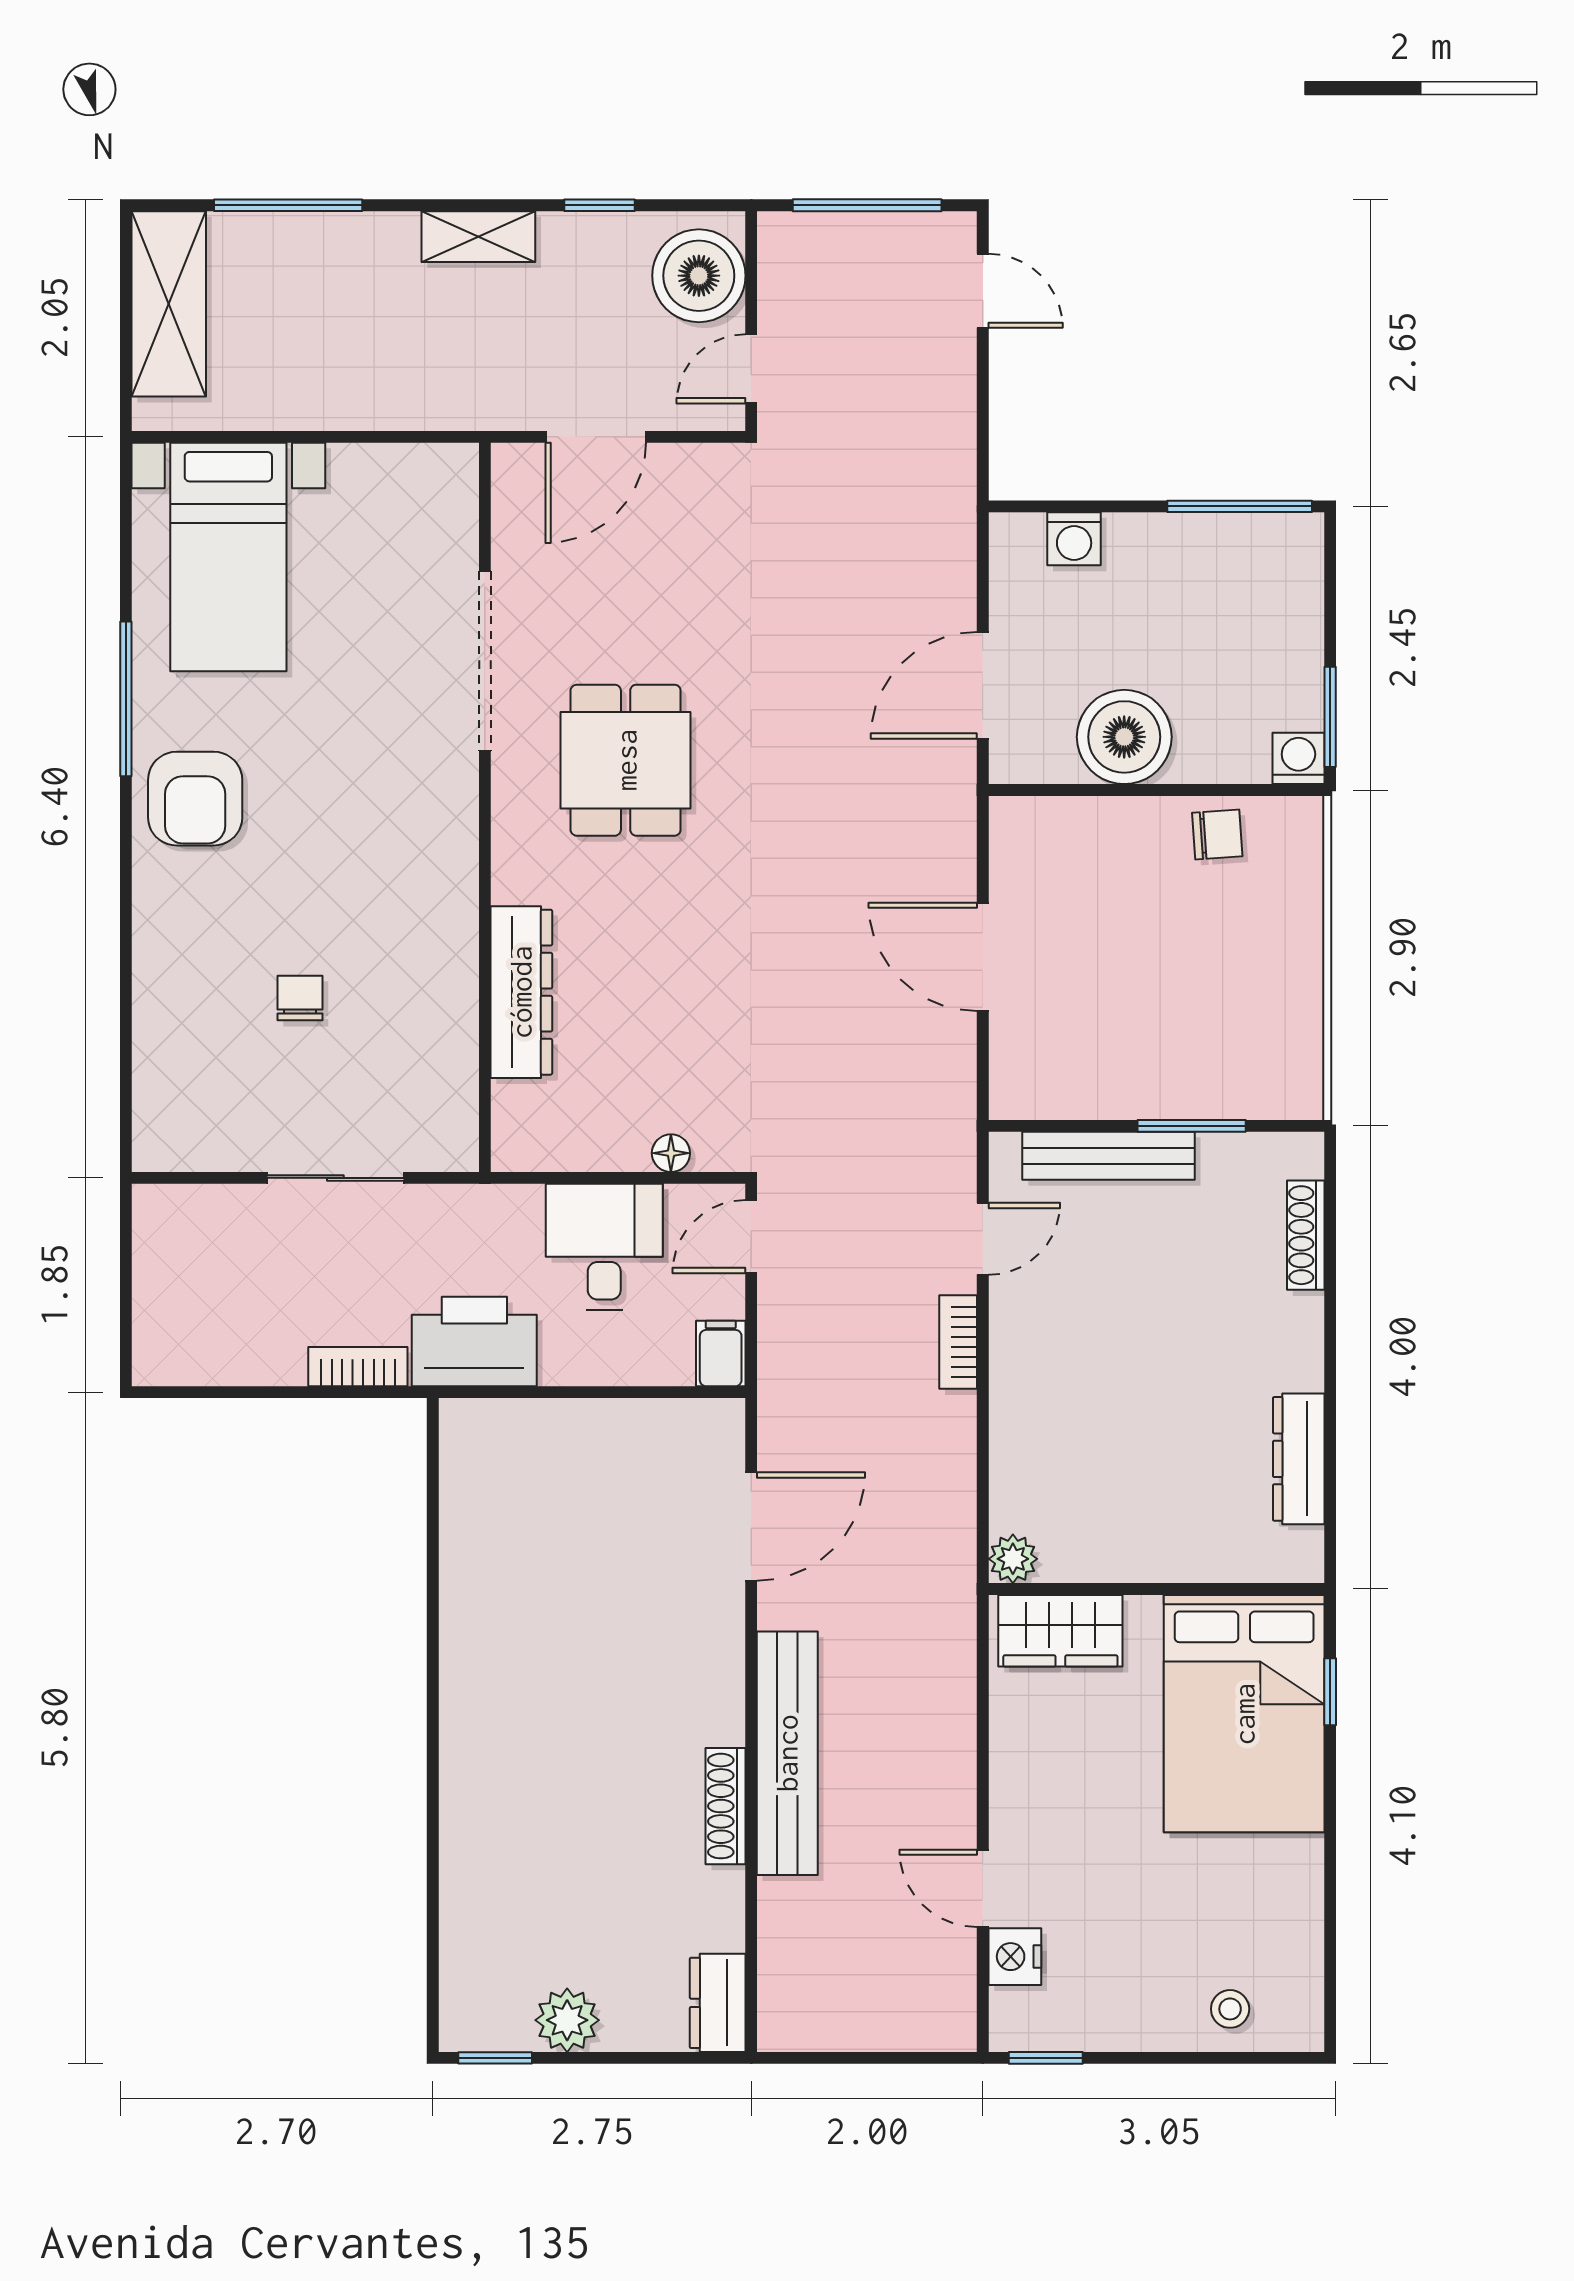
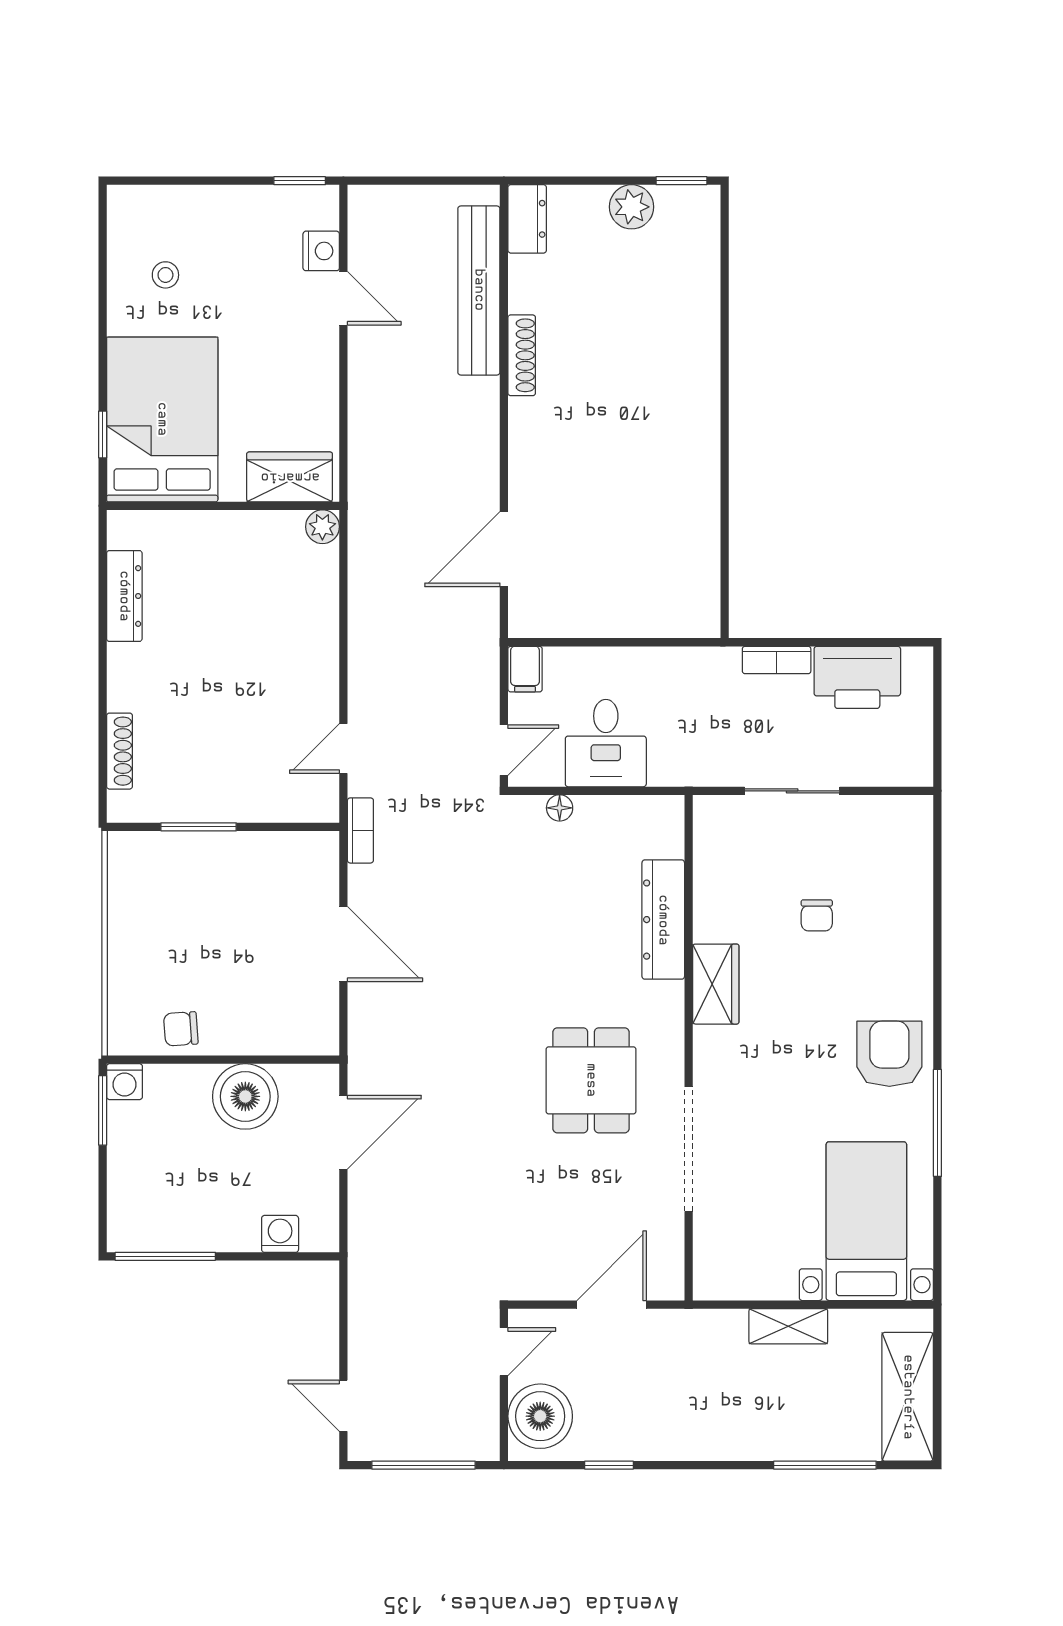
shelving: (478, 237) -> (788, 1326), moved
wardrobe: (446, 899) -> (716, 984), added
bench: (1109, 1156) -> (256, 806), removed
printer: (474, 1342) -> (857, 677), moved
bookcase: (958, 1342) -> (360, 830), moved
bench: (787, 1753) -> (479, 290), moved
stool: (1230, 2009) -> (165, 275), moved

